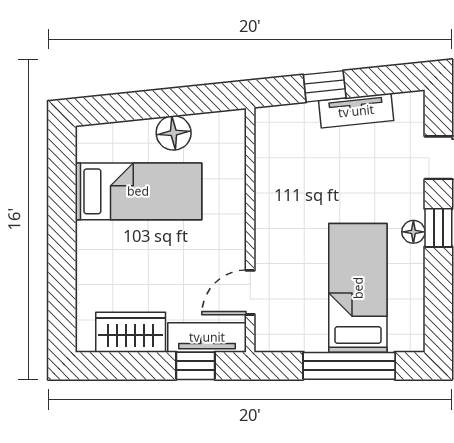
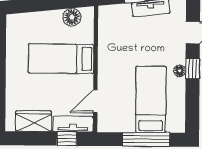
floor lamp: (174, 133) -> (72, 17), moved
bed: (138, 191) -> (61, 59), moved, turned 180

